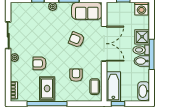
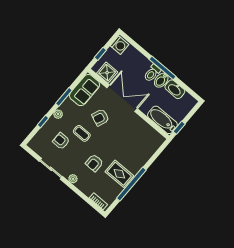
shower: (142, 37) -> (107, 73), moved
armchair: (76, 75) -> (61, 141), moved
coffee table: (95, 87) -> (82, 133), moved
washbasin: (144, 91) -> (175, 89), moved

